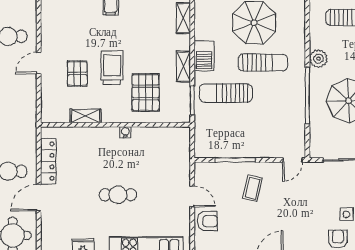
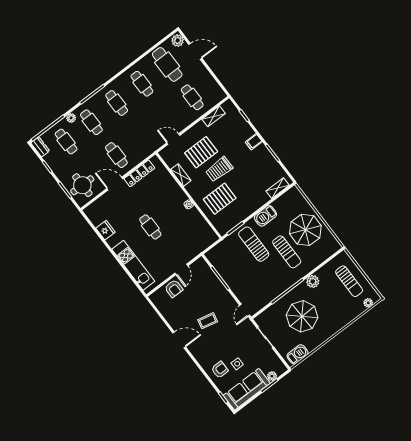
door: (39, 63) -> (173, 139), moved
shelving: (183, 66) -> (214, 116), moved
trolley: (112, 68) -> (219, 169), turned 180
pallet: (77, 73) -> (201, 152), width x1.50, depth x1.42
door: (292, 160) -> (245, 310), hinge flipped
coffee table: (253, 188) -> (208, 321), moved

